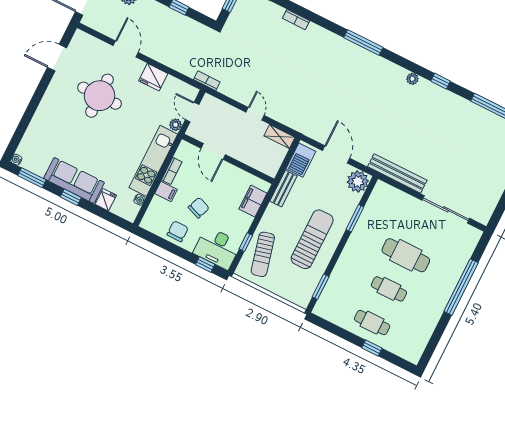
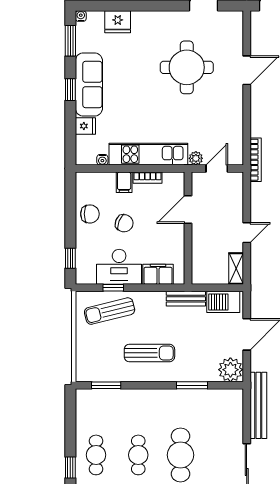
fridge: (153, 77) -> (118, 22), moved, turned -90
bookcase: (207, 81) -> (256, 160), width x1.56
sun lounger: (312, 239) -> (149, 353), width x0.73, depth x0.75
desk: (217, 248) -> (119, 267), moved, turned -90

